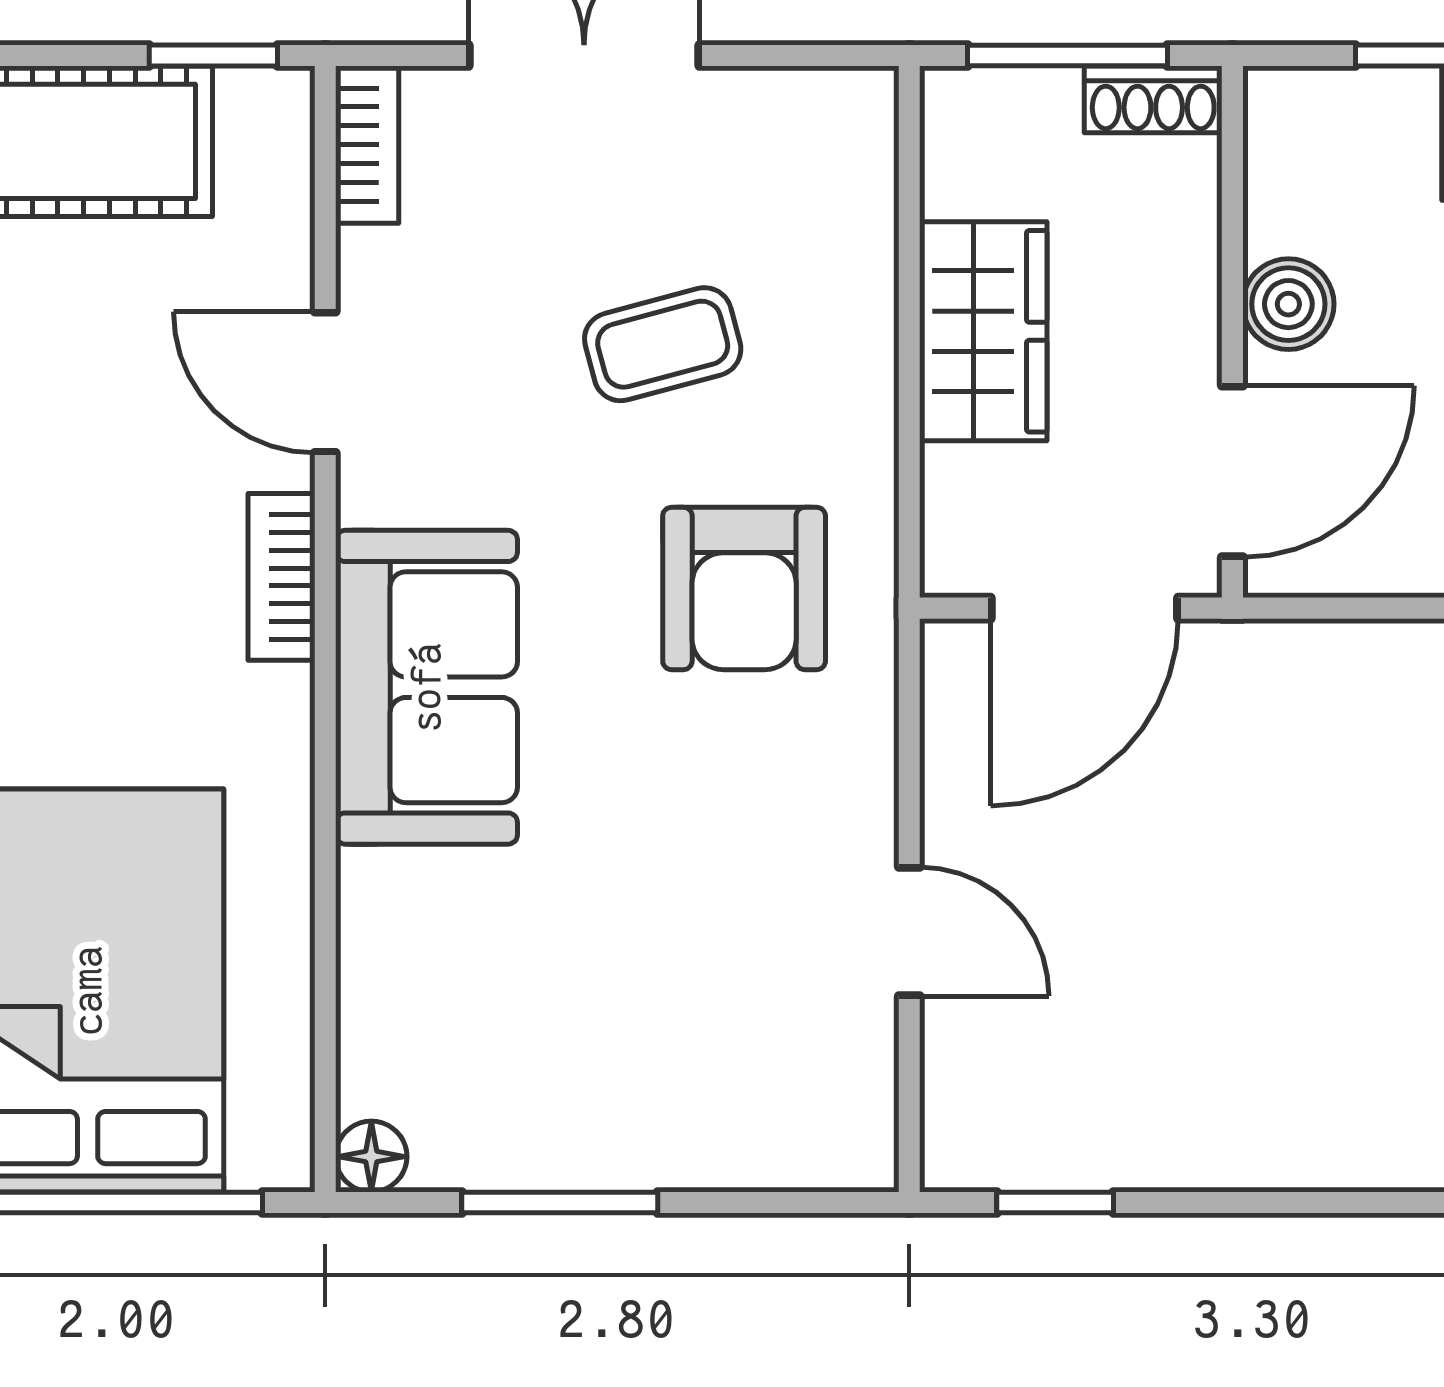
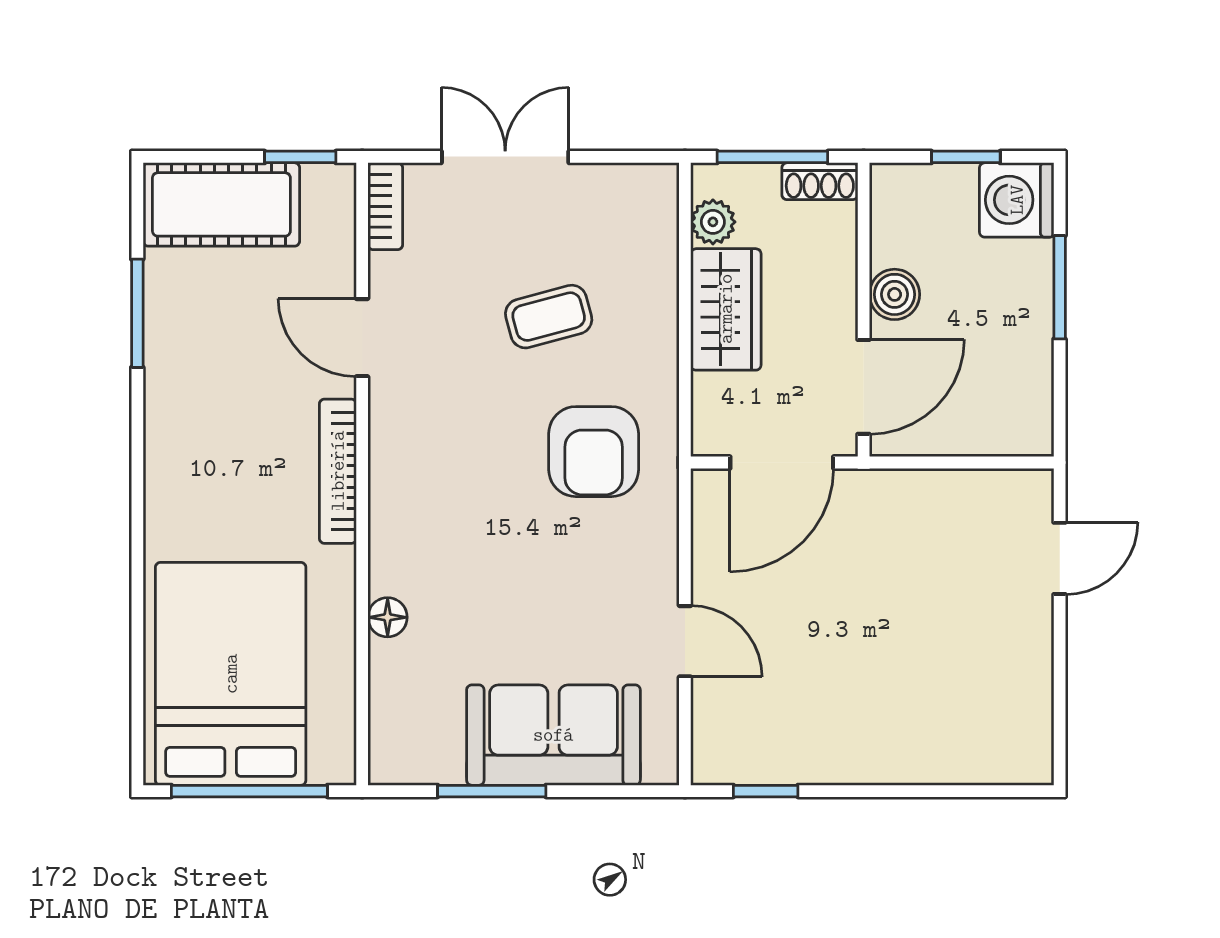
plant: (960, 173) -> (713, 222), added
bookcase: (281, 577) -> (338, 471), width x1.56
sofa: (427, 687) -> (553, 735), moved, turned -90
floor lamp: (371, 1157) -> (388, 617), moved

